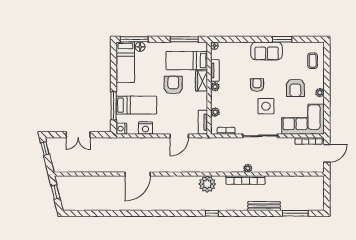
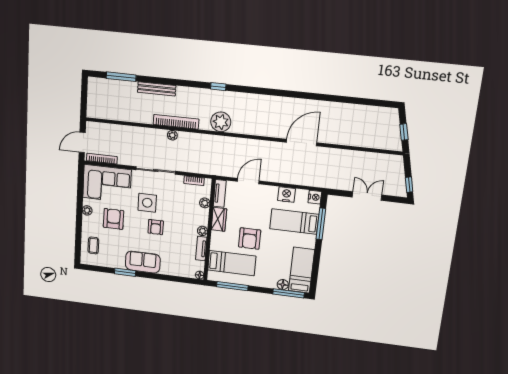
wardrobe: (202, 81) -> (219, 219), moved

